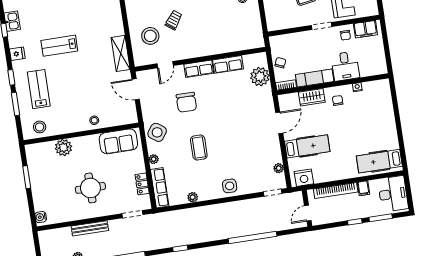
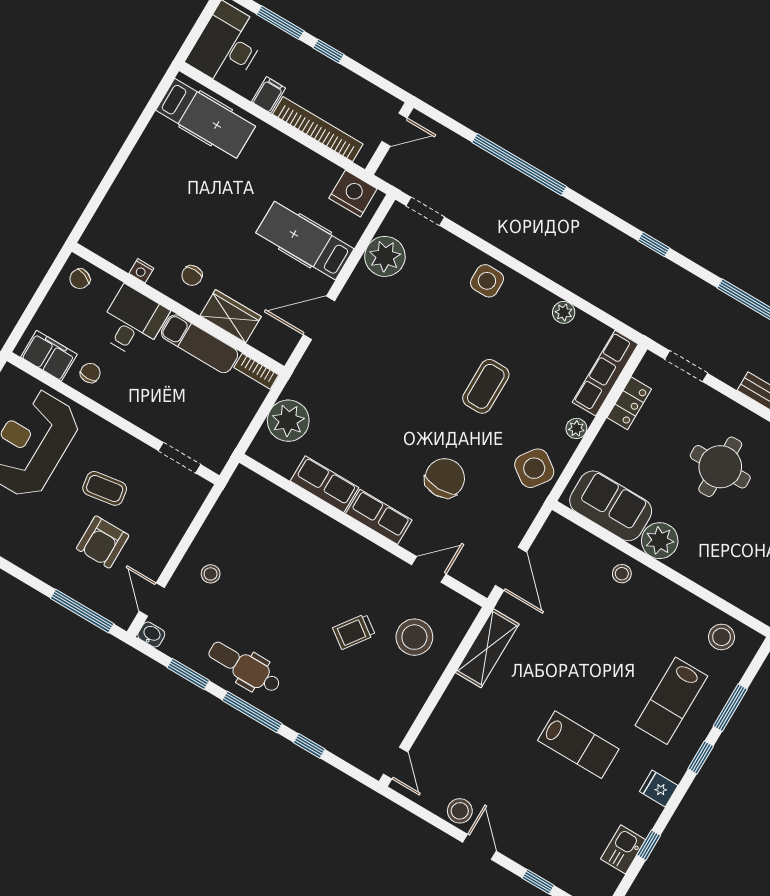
doorway: (322, 26) -> (180, 458), moved
chair: (280, 63) -> (80, 279), moved
plant: (63, 148) -> (660, 541), moved
plant: (279, 168) -> (385, 256), width x1.88, depth x1.88

